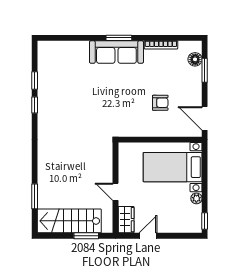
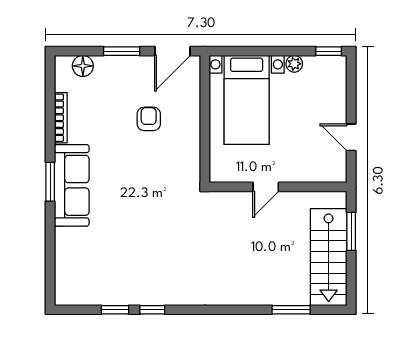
window: (205, 70) -> (122, 51), moved
door: (115, 192) -> (266, 187), moved
wardrobe: (126, 220) -> (327, 171), removed

